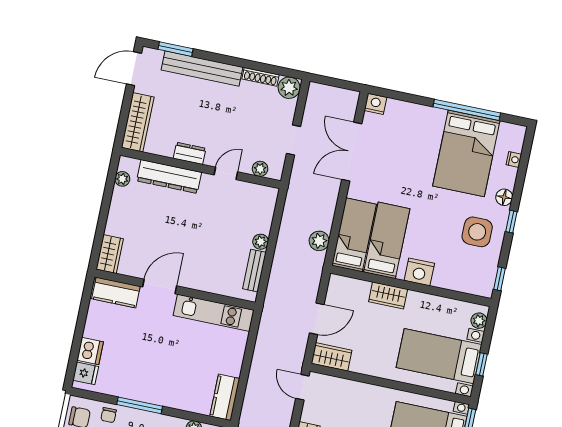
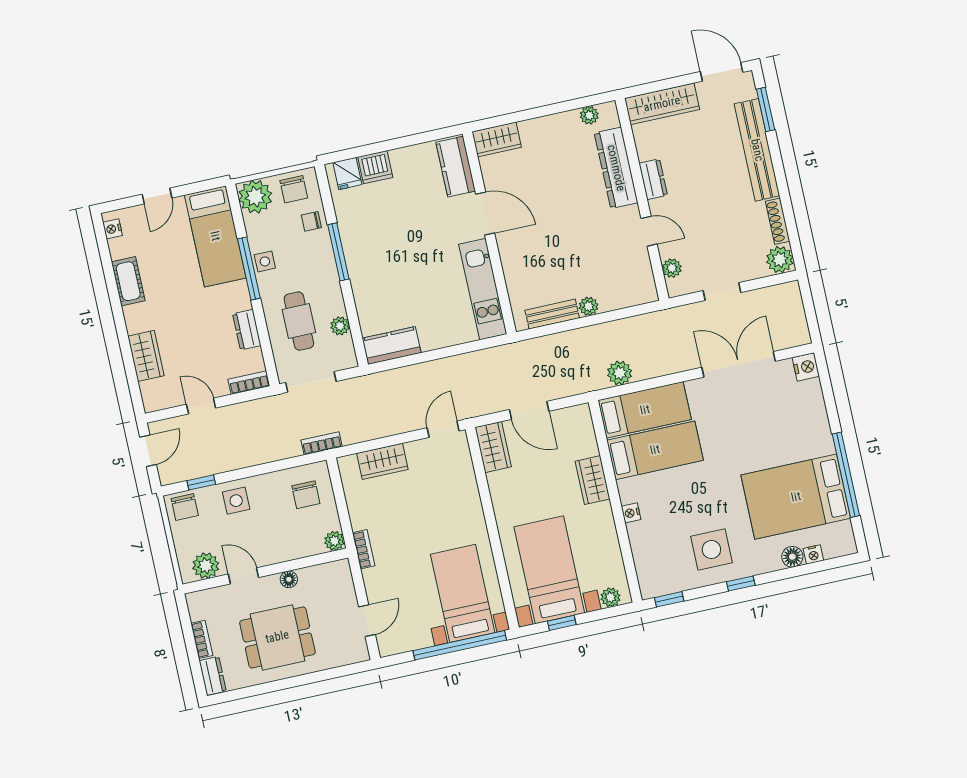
floor lamp: (504, 197) -> (792, 557), moved
nightstand: (419, 272) -> (631, 513), width x0.53, depth x0.56

